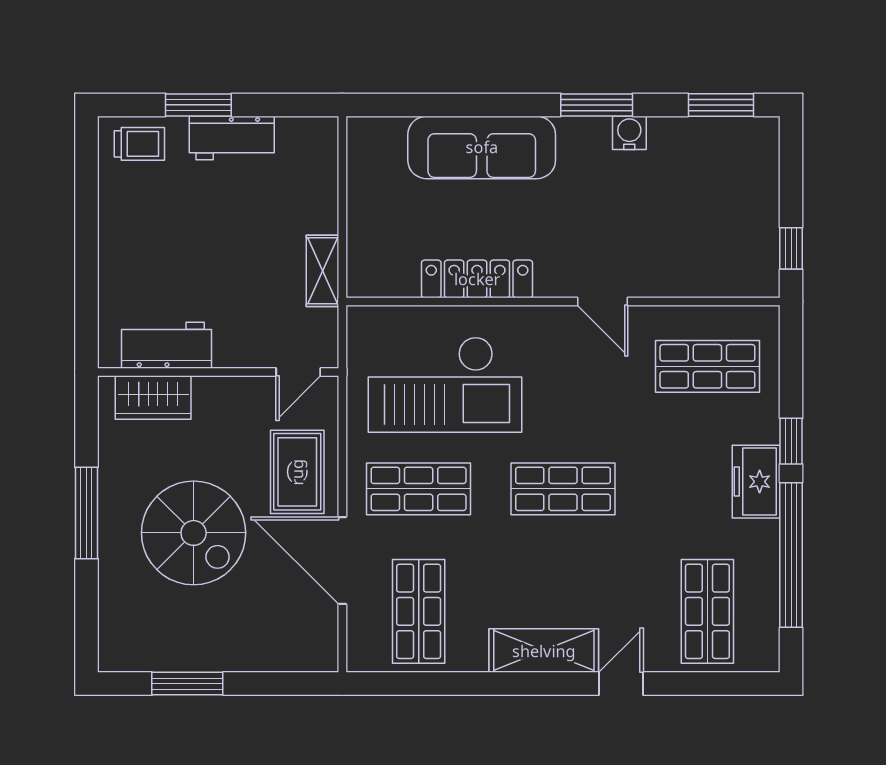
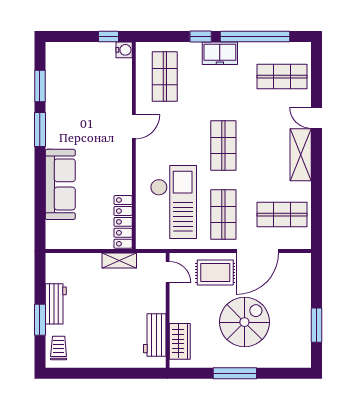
window: (721, 105) -> (40, 86), moved
water cooler: (629, 133) -> (124, 50), moved, turned 180
locker: (477, 279) -> (123, 222), moved

